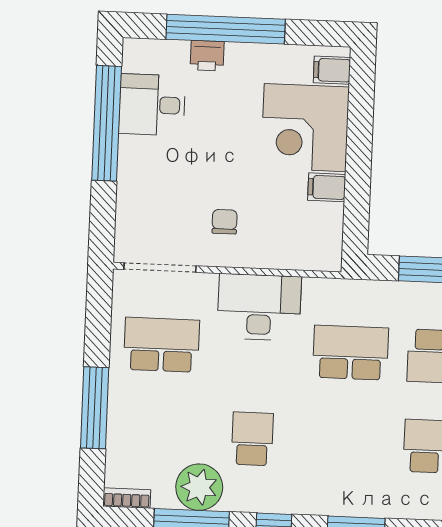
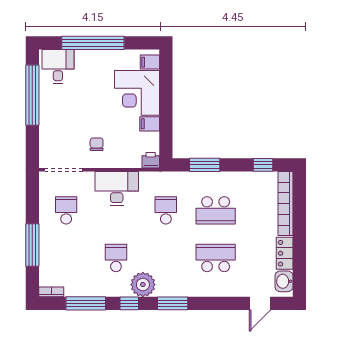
printer: (207, 56) -> (151, 160), moved, turned 180
desk: (152, 105) -> (58, 66), moved, turned 90
school desk: (162, 345) -> (66, 210), width x0.54
school desk: (351, 353) -> (166, 210), width x0.54
plant: (199, 487) -> (143, 285), moved

